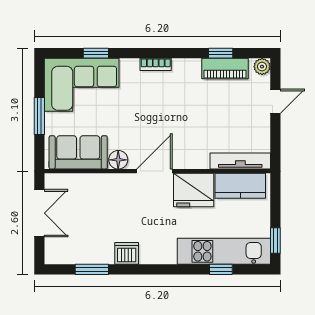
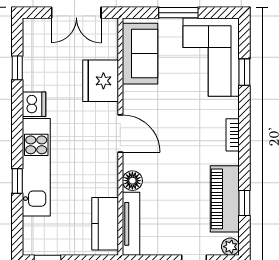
piano: (225, 69) -> (225, 199), width x1.37, depth x1.33
floor lamp: (118, 160) -> (132, 181), moved
fridge: (194, 190) -> (101, 81), moved
kitchen unit: (224, 251) -> (36, 167), moved
window: (92, 269) -> (17, 68), width x0.67
window: (221, 269) -> (17, 181), moved

